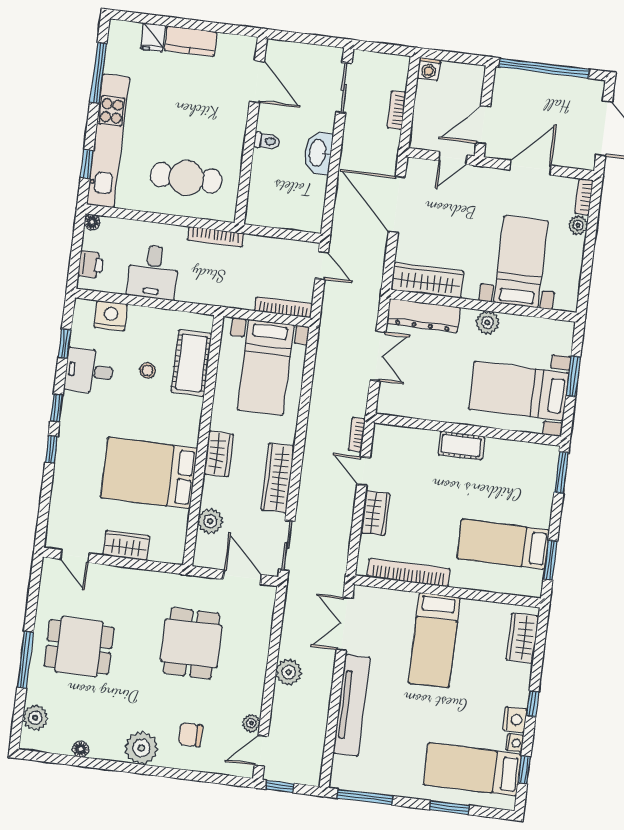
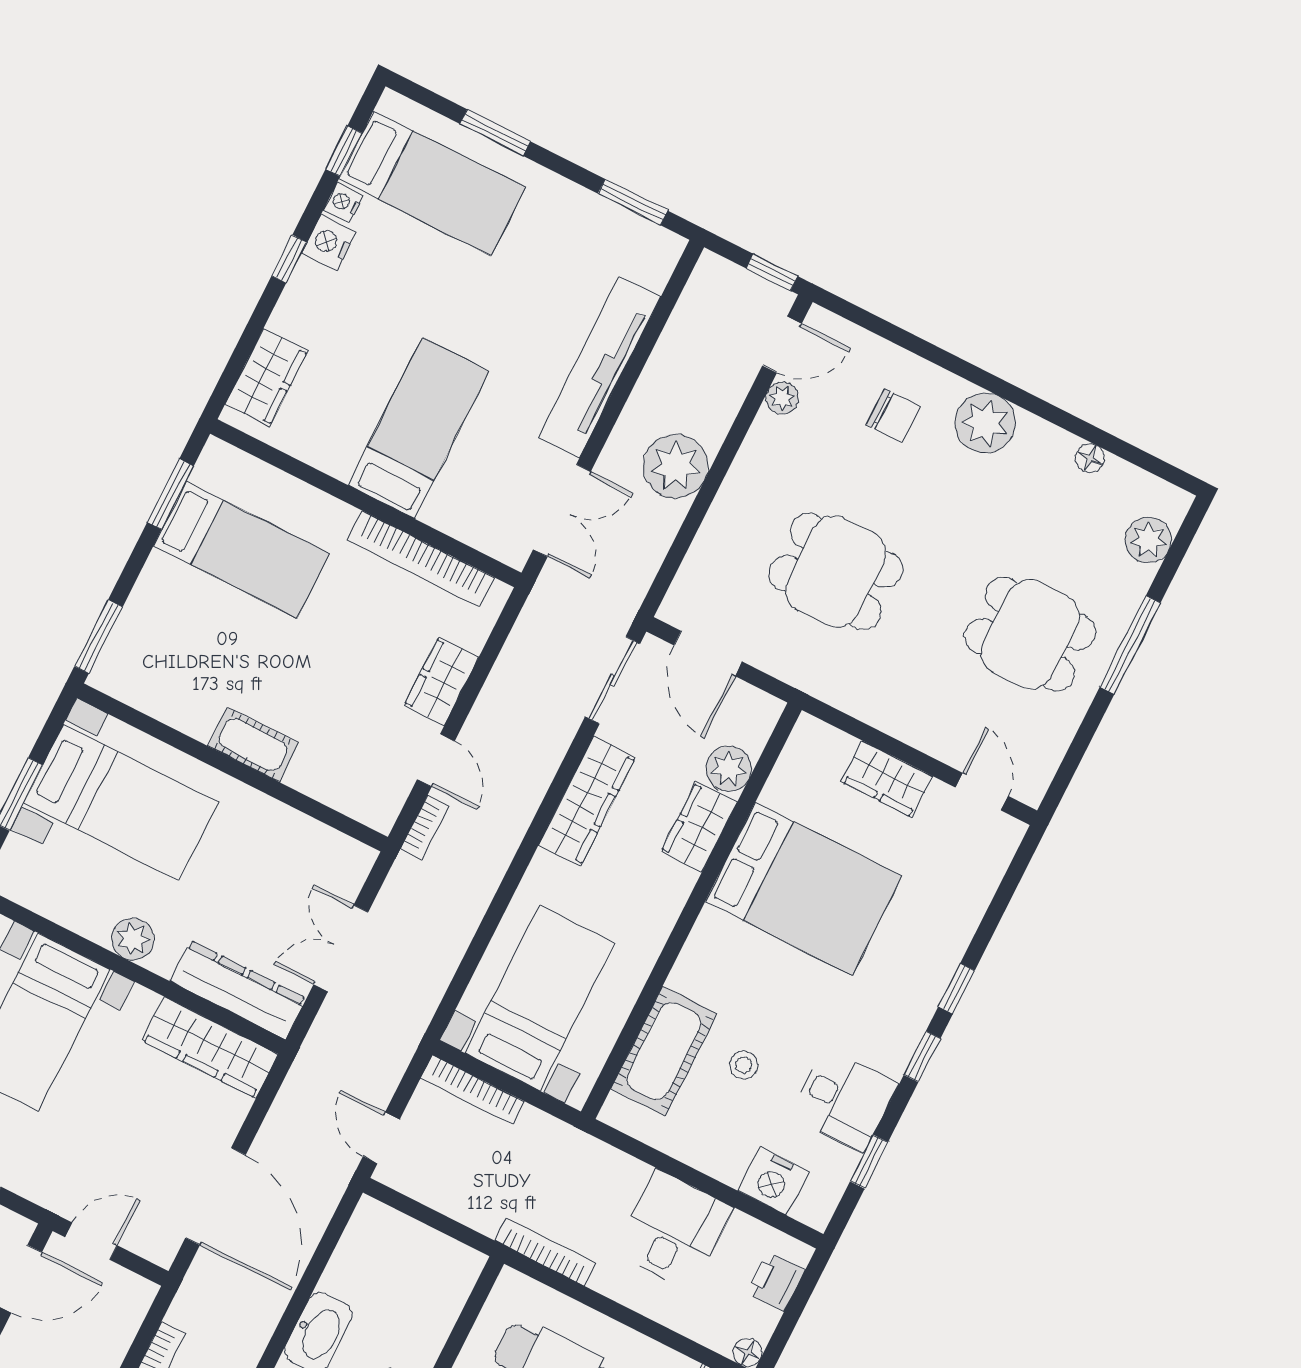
wardrobe: (219, 454) -> (699, 827), moved
dining table: (191, 643) -> (836, 571), turned 90
plant: (289, 672) -> (676, 466), width x1.36, depth x1.36
window: (365, 797) -> (633, 202), width x0.69

